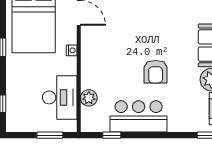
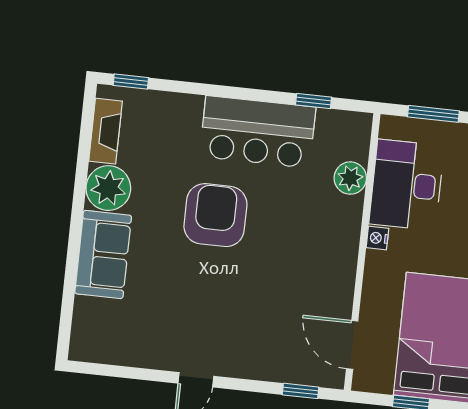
nightstand: (72, 50) -> (377, 238), moved
armchair: (156, 72) -> (215, 215), width x1.36, depth x1.36

